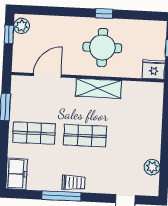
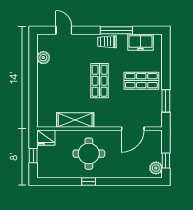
shelving: (98, 88) -> (75, 120), moved
shop shelf: (85, 136) -> (100, 81), turned 90
freezer: (17, 174) -> (141, 42), moved, turned -90

